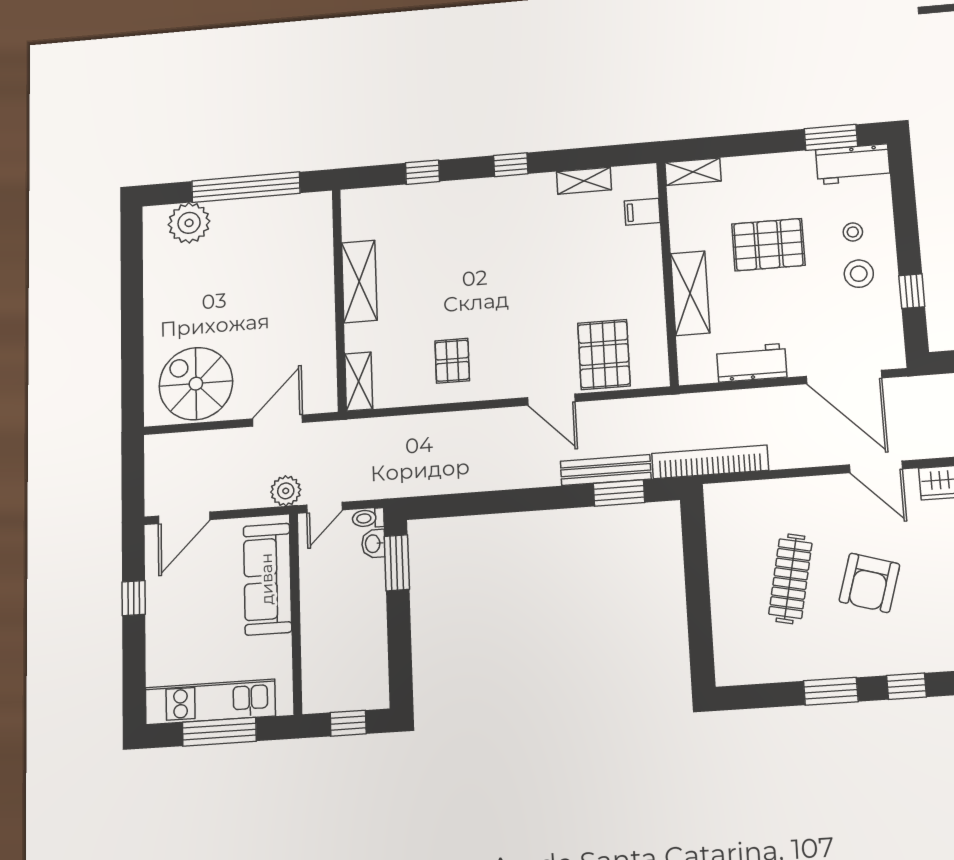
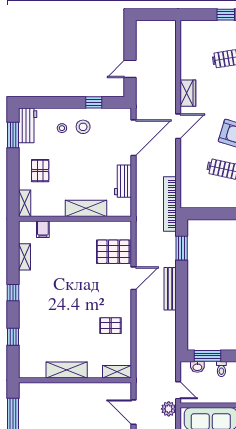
pallet: (768, 245) -> (40, 171), moved, width x0.67, depth x0.71
bench: (606, 470) -> (170, 289), moved
toilet: (368, 518) -> (221, 369), moved

